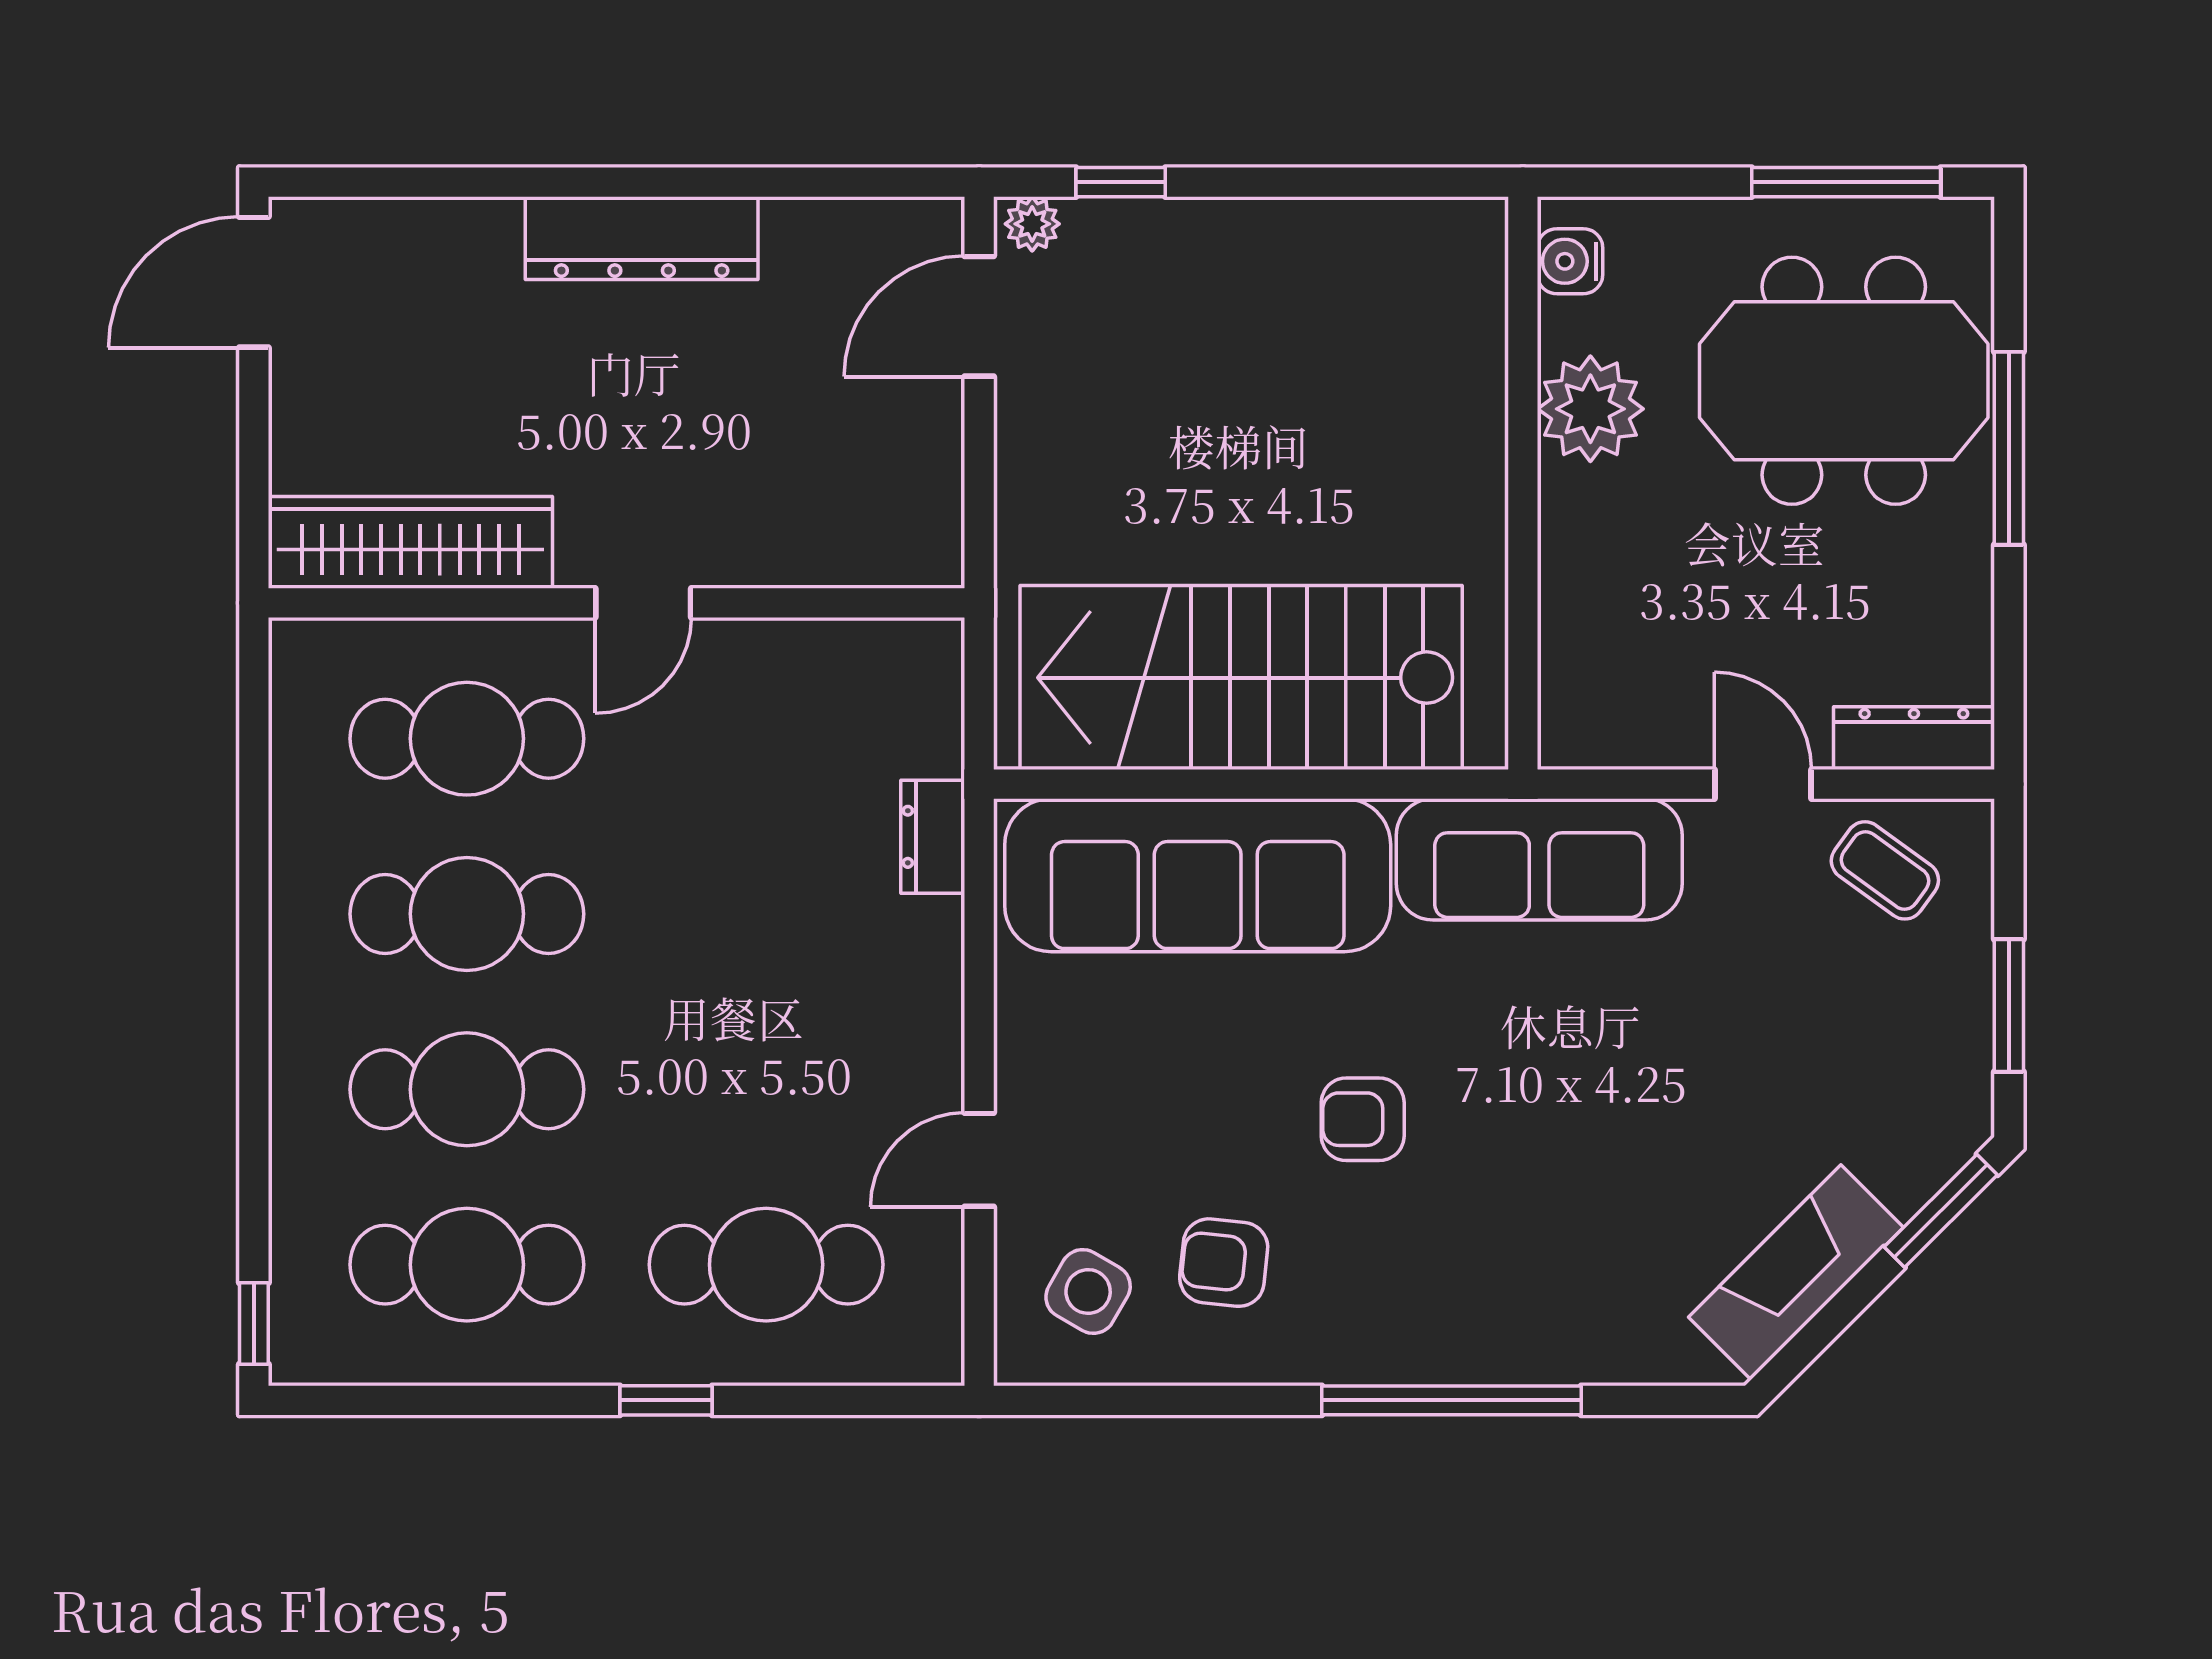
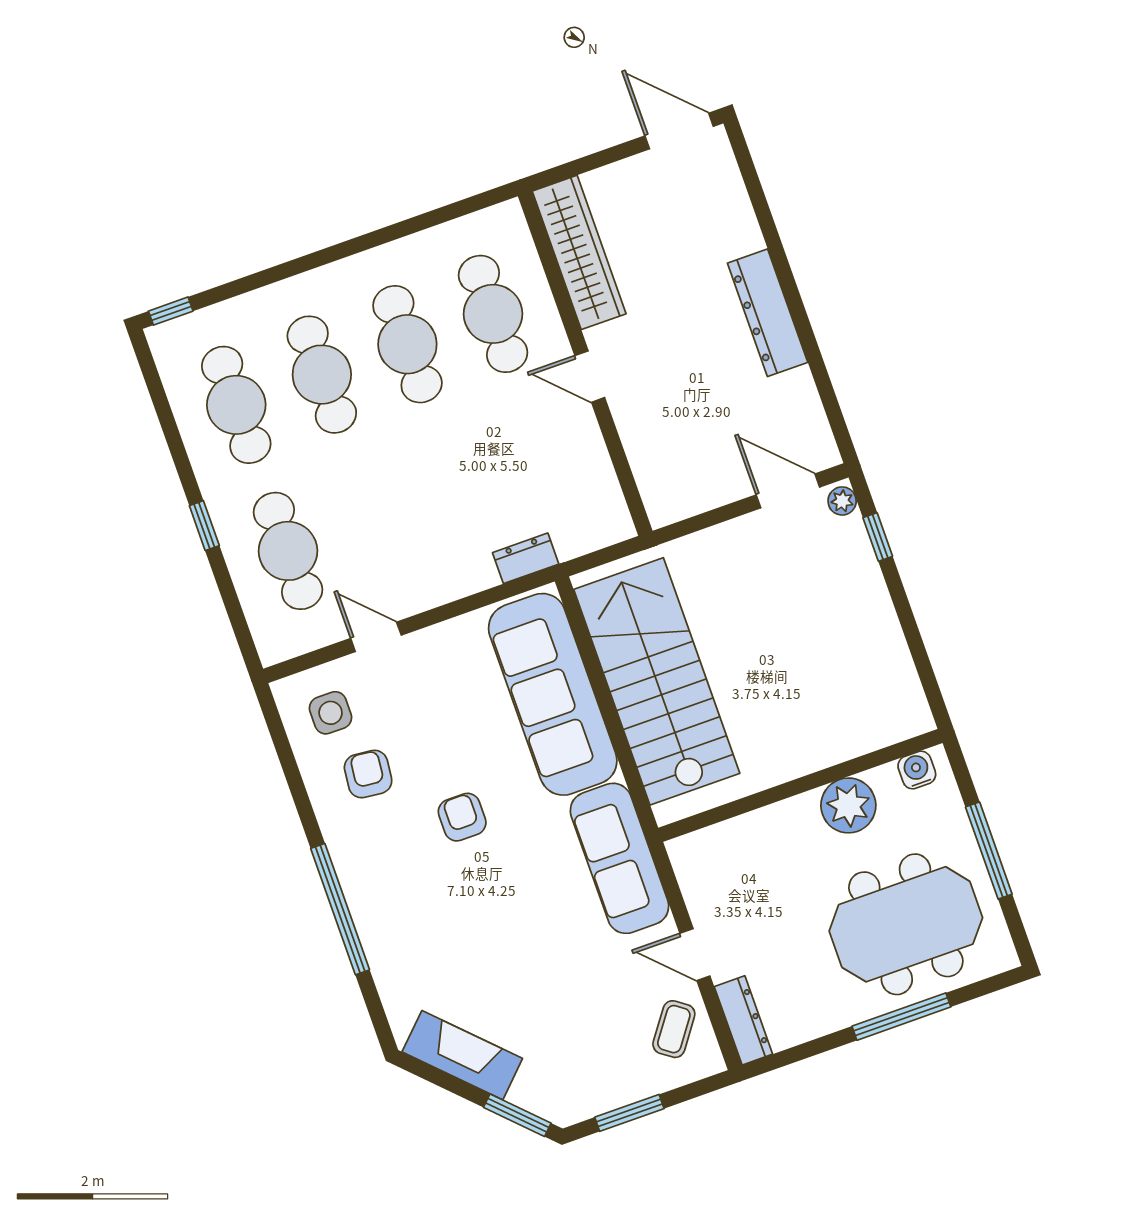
window: (1846, 182) -> (989, 851), moved
meeting table: (1844, 381) -> (906, 924), turned 90
door: (1763, 784) -> (695, 955), swing flipped
side table: (1088, 1291) -> (331, 713), turned -30

